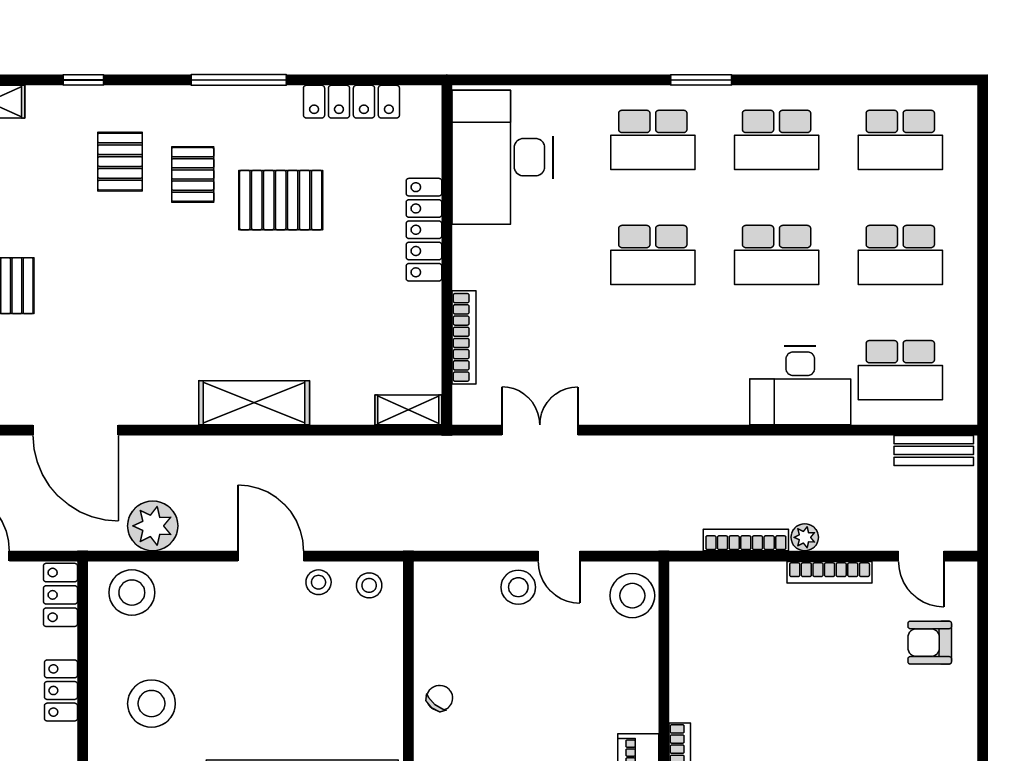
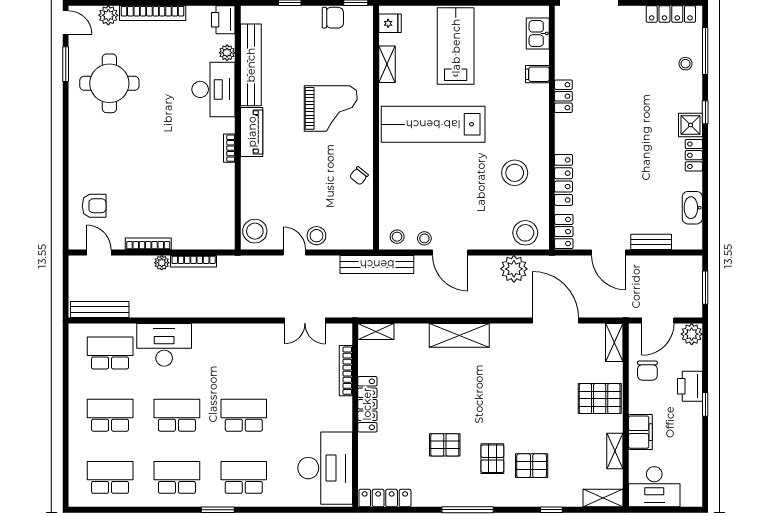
locker: (351, 102) -> (385, 498), moved
pallet: (120, 162) -> (532, 466), turned 90
pallet: (281, 200) -> (445, 445), width x0.67, depth x0.71
locker: (424, 230) -> (367, 404), moved
bench: (934, 450) -> (100, 310), width x1.36
bench: (406, 534) -> (377, 264), added
locker: (61, 690) -> (564, 180), width x1.53

